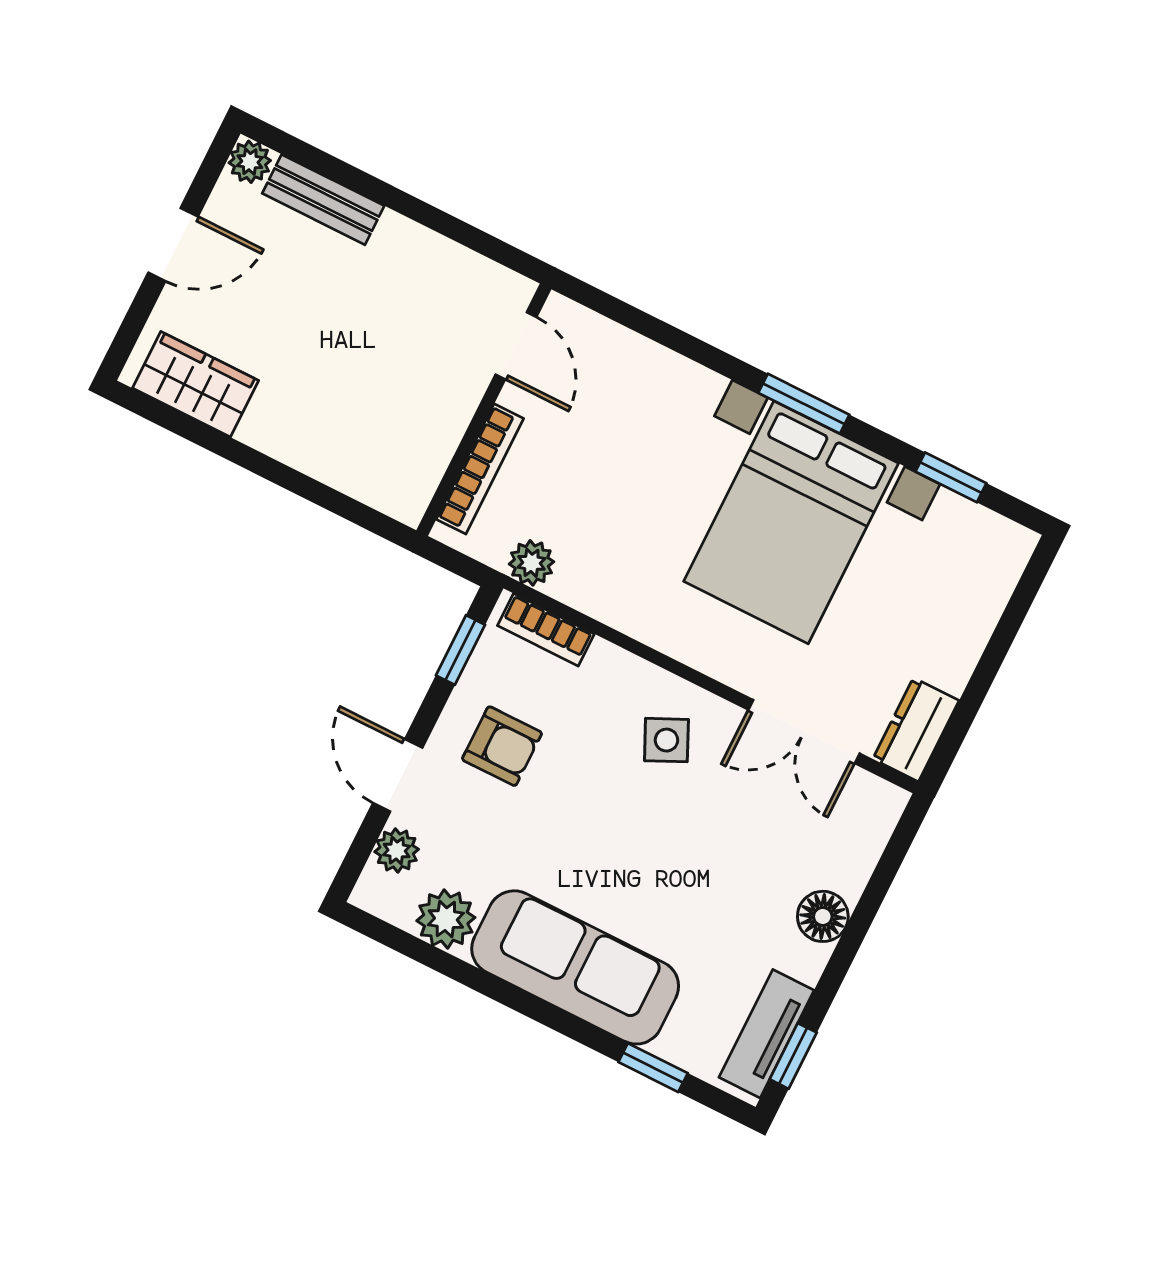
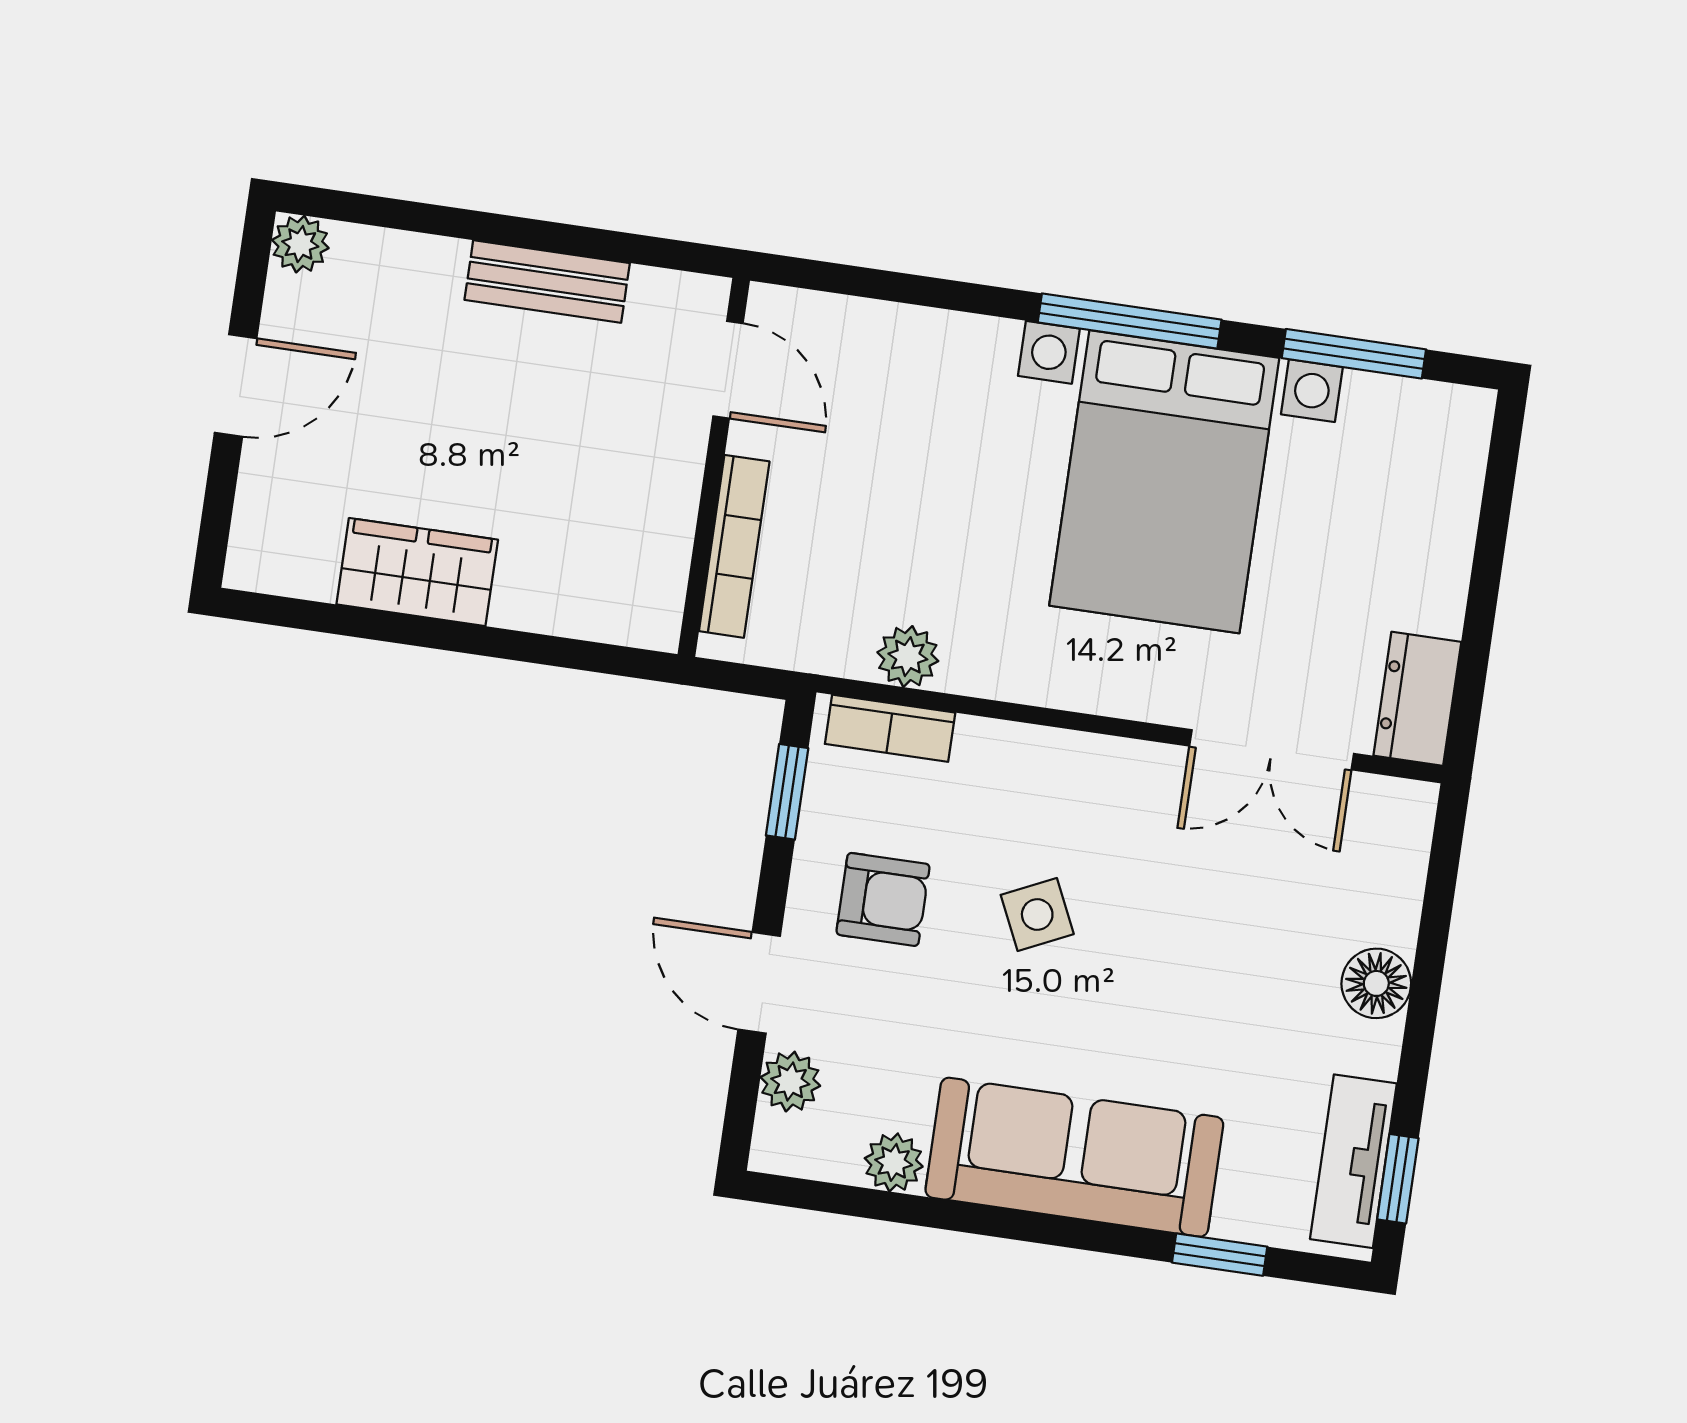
bench: (323, 200) -> (547, 281), moved
wardrobe: (196, 384) -> (417, 572), moved
window: (804, 404) -> (1130, 321), width x1.44
window: (951, 477) -> (1354, 354), width x1.50
plant: (531, 563) -> (908, 657), moved
side table: (666, 740) -> (1037, 914), moved
plant: (446, 919) -> (894, 1162), width x0.73, depth x0.73

